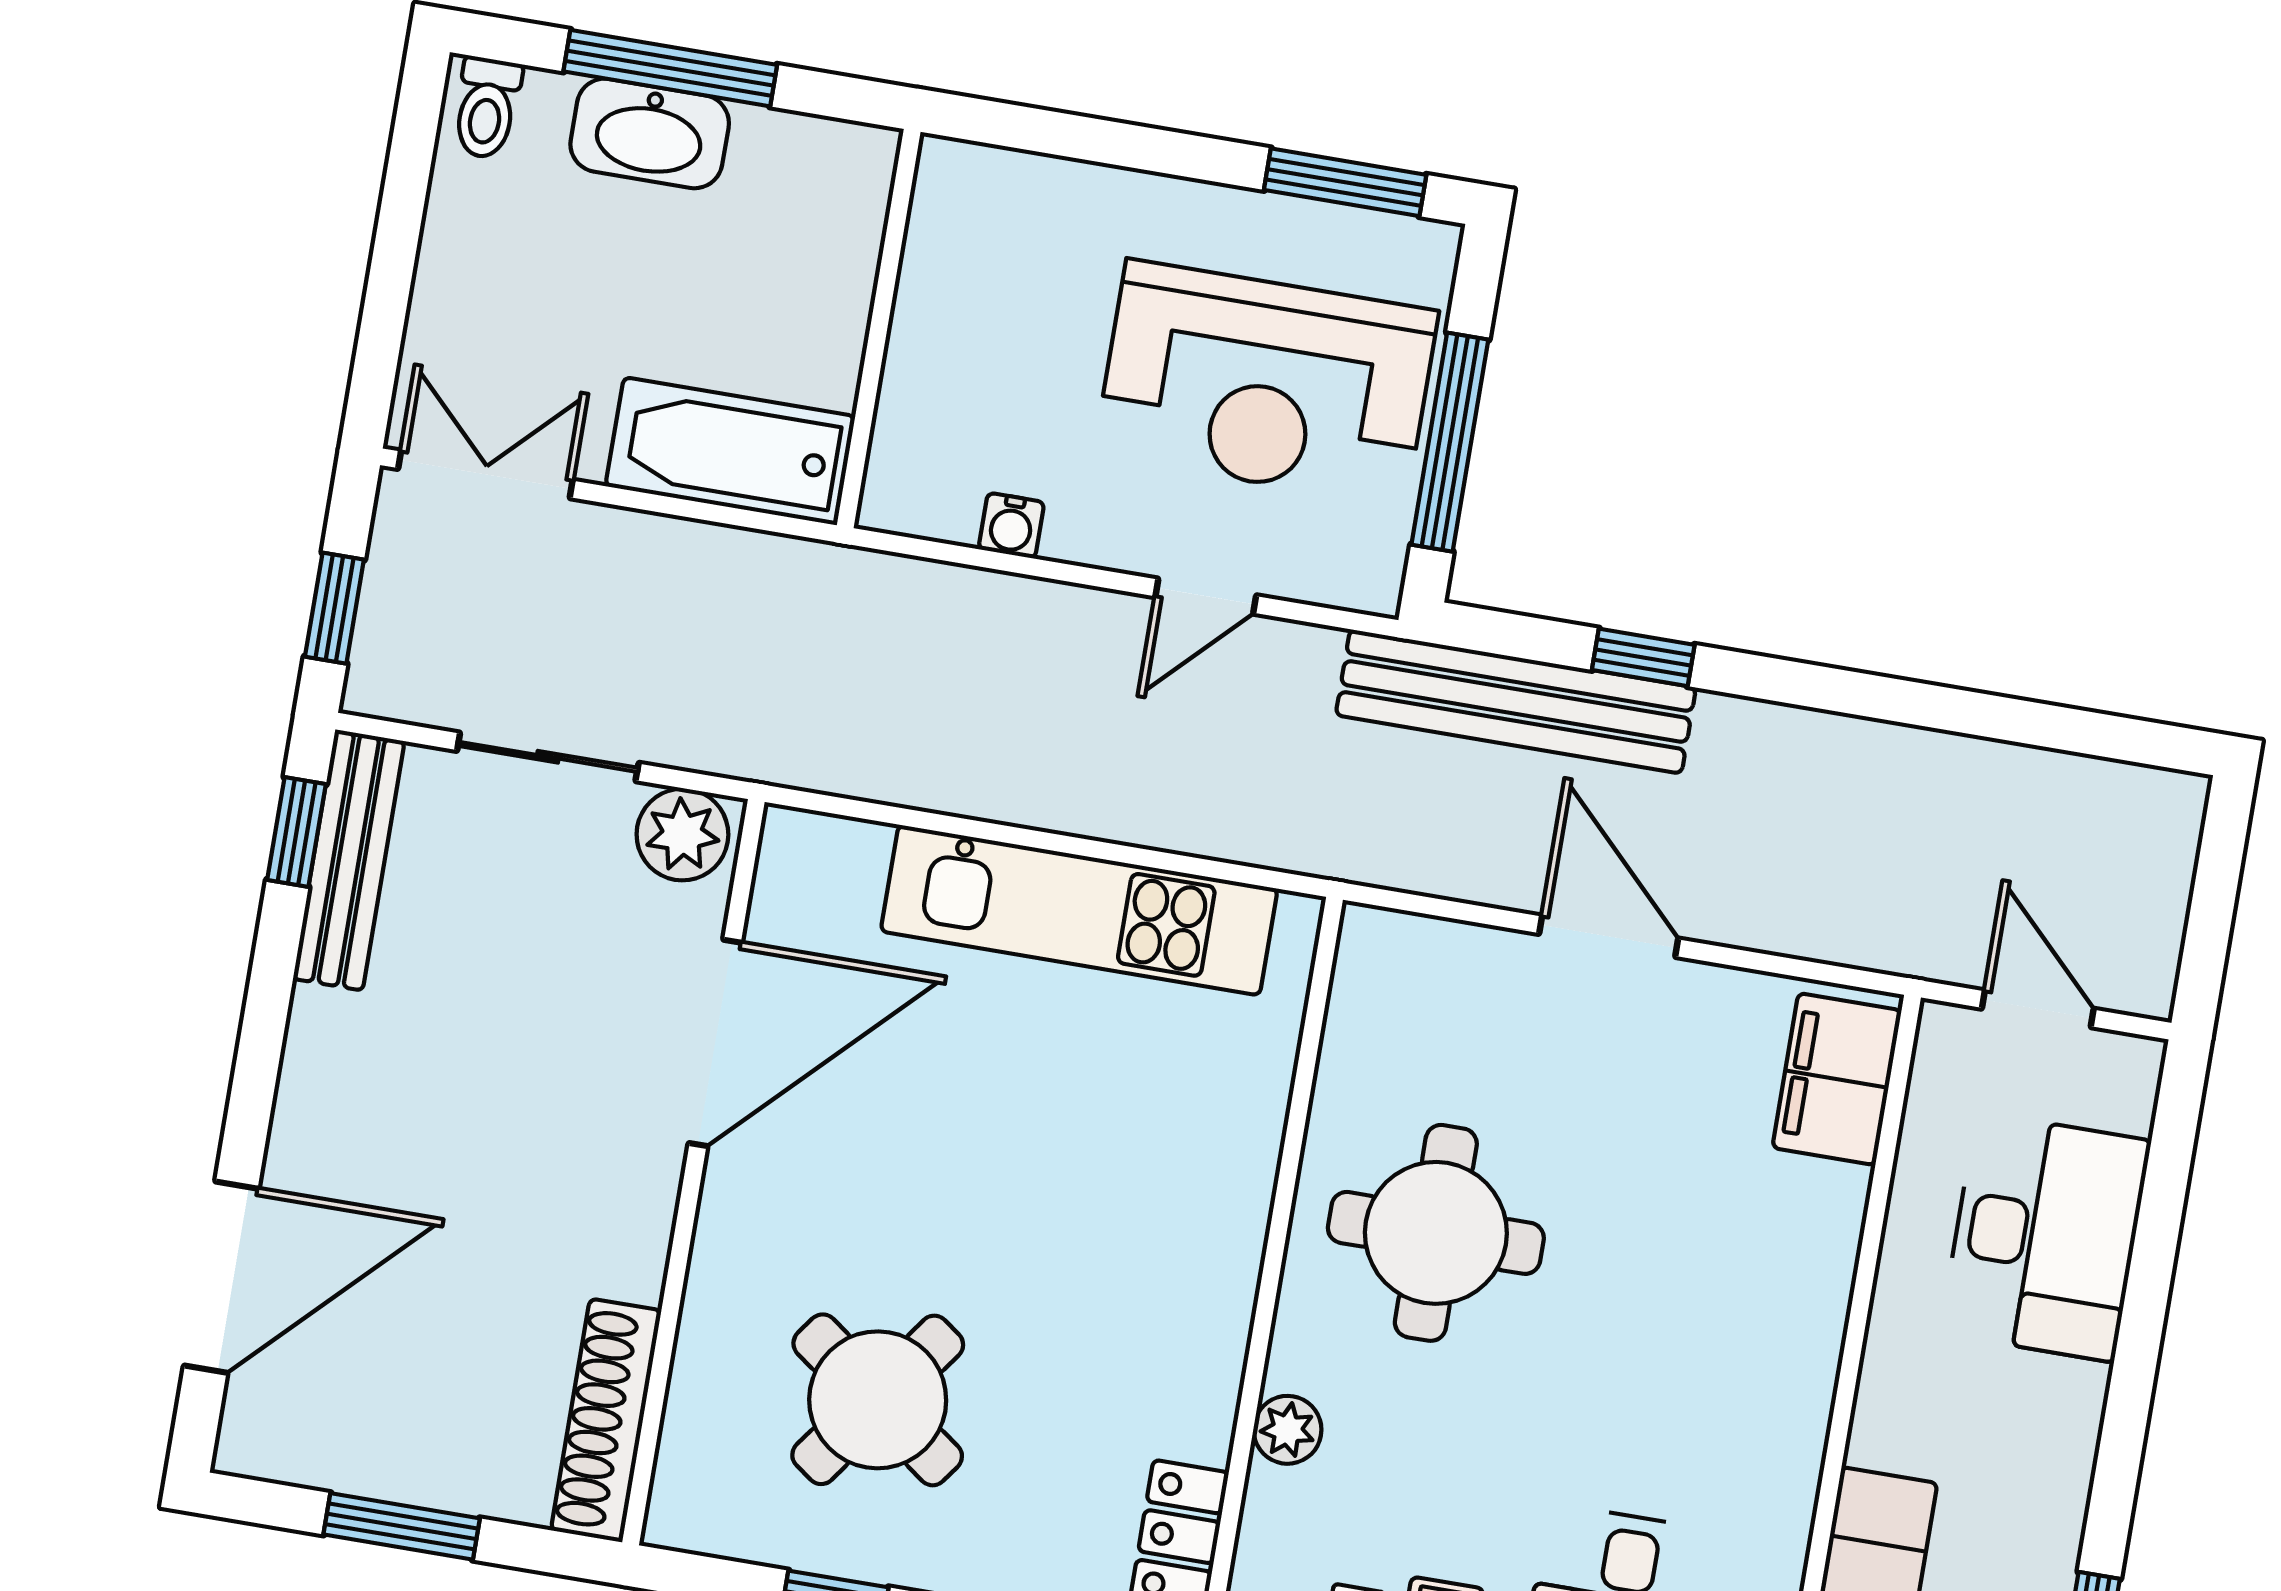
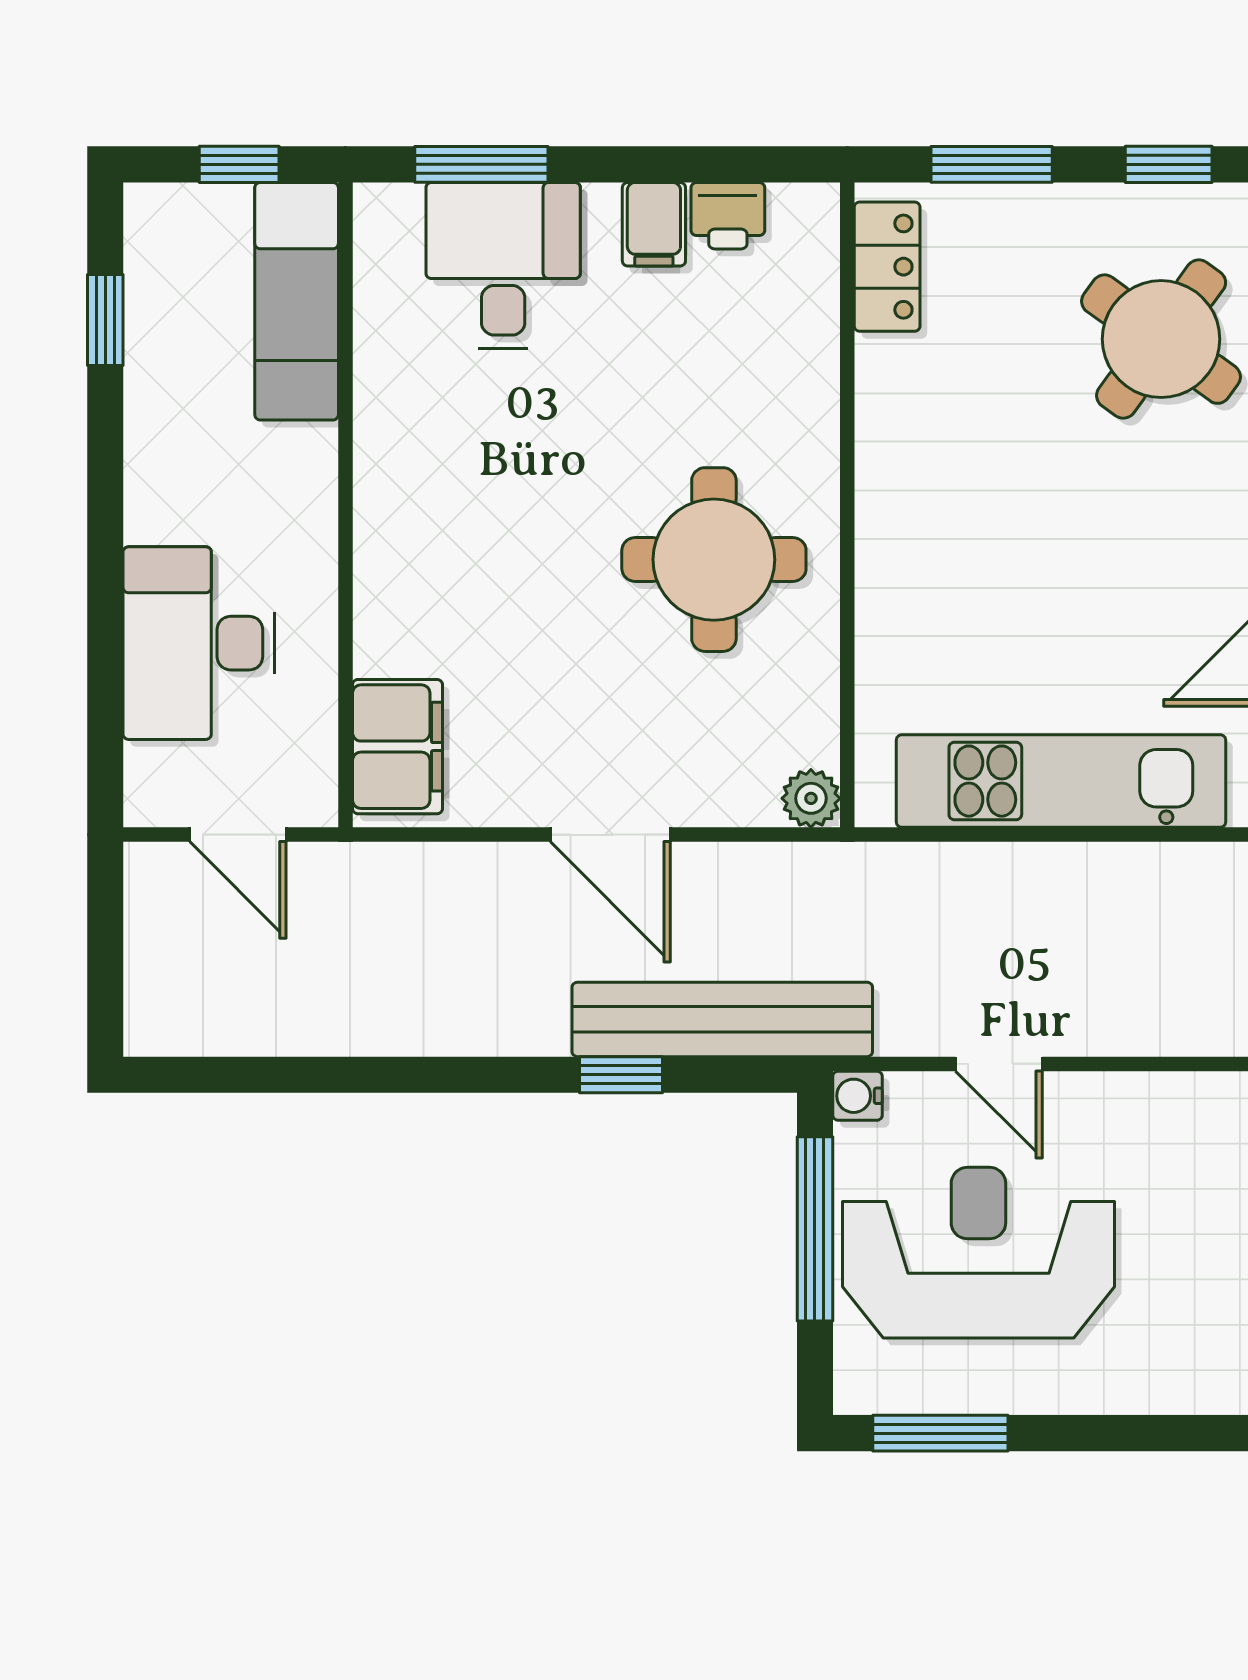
water cooler: (1011, 526) -> (858, 1096), moved, turned -90
door: (1206, 596) -> (999, 1064), swing flipped
plant: (1288, 1430) -> (811, 798), moved

